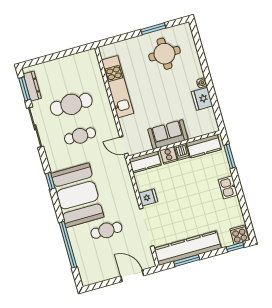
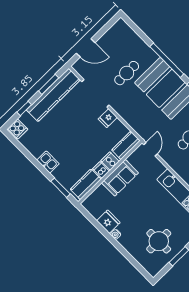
door: (124, 145) -> (151, 149), hinge flipped
window: (68, 245) -> (167, 60), moved
window: (235, 247) -> (24, 108), moved

